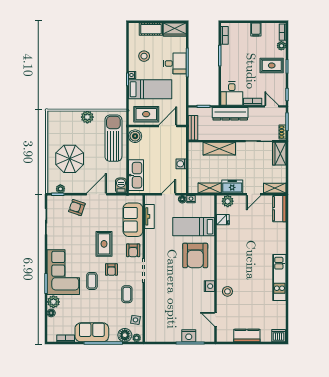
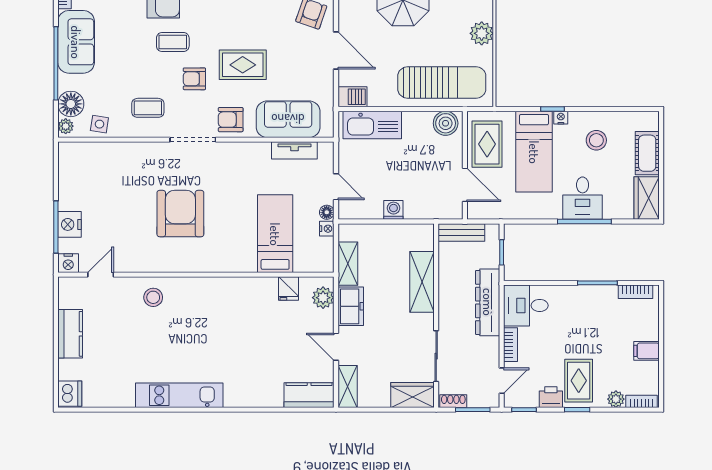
printer: (280, 80) -> (551, 397), added
armchair: (195, 255) -> (180, 214), moved, turned 90
nightstand: (209, 286) -> (68, 263), moved

